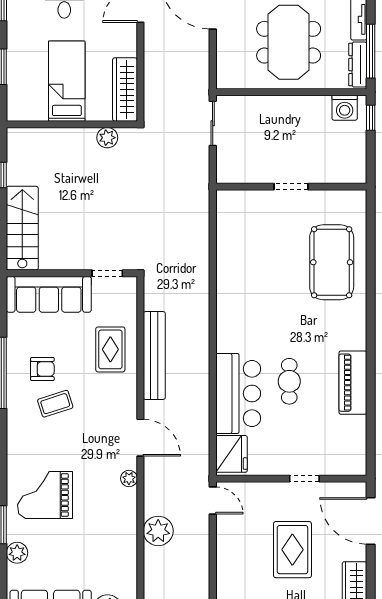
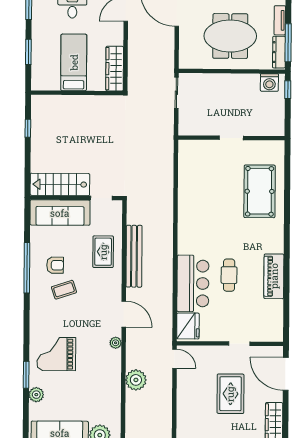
meeting table: (289, 42) -> (230, 36), turned 90
plant: (107, 138) -> (102, 102), removed
stairs: (22, 228) -> (60, 184), moved, turned -90

